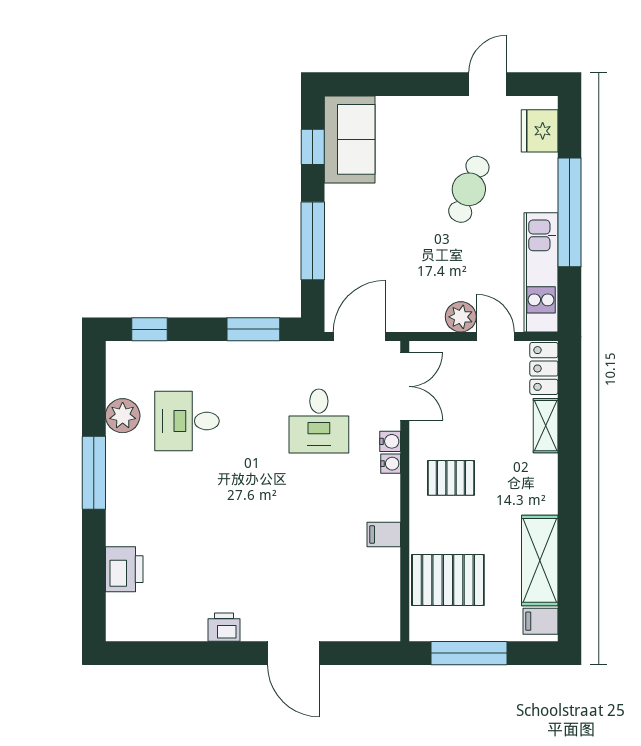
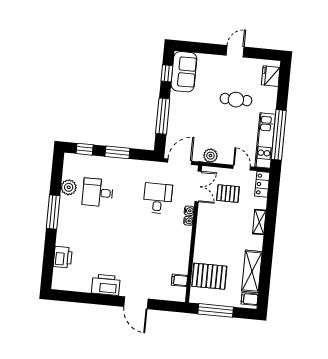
door: (487, 84) -> (235, 51), moved
cafe table: (469, 189) -> (236, 100), turned 69
window: (570, 212) -> (279, 135), moved
plant: (461, 317) -> (210, 156), moved
window: (253, 329) -> (117, 152), moved
desk: (319, 421) -> (158, 198), turned 180
shelving: (546, 426) -> (259, 222), moved
pallet: (451, 478) -> (228, 194), moved
filing cabinet: (384, 534) -> (179, 280), moved
printer: (224, 627) -> (106, 285), width x1.87, depth x1.48

